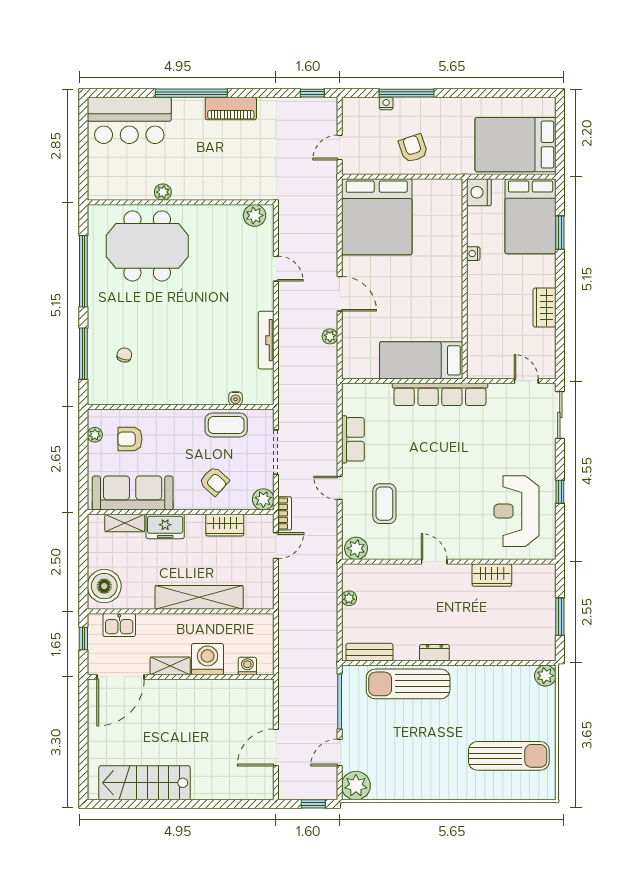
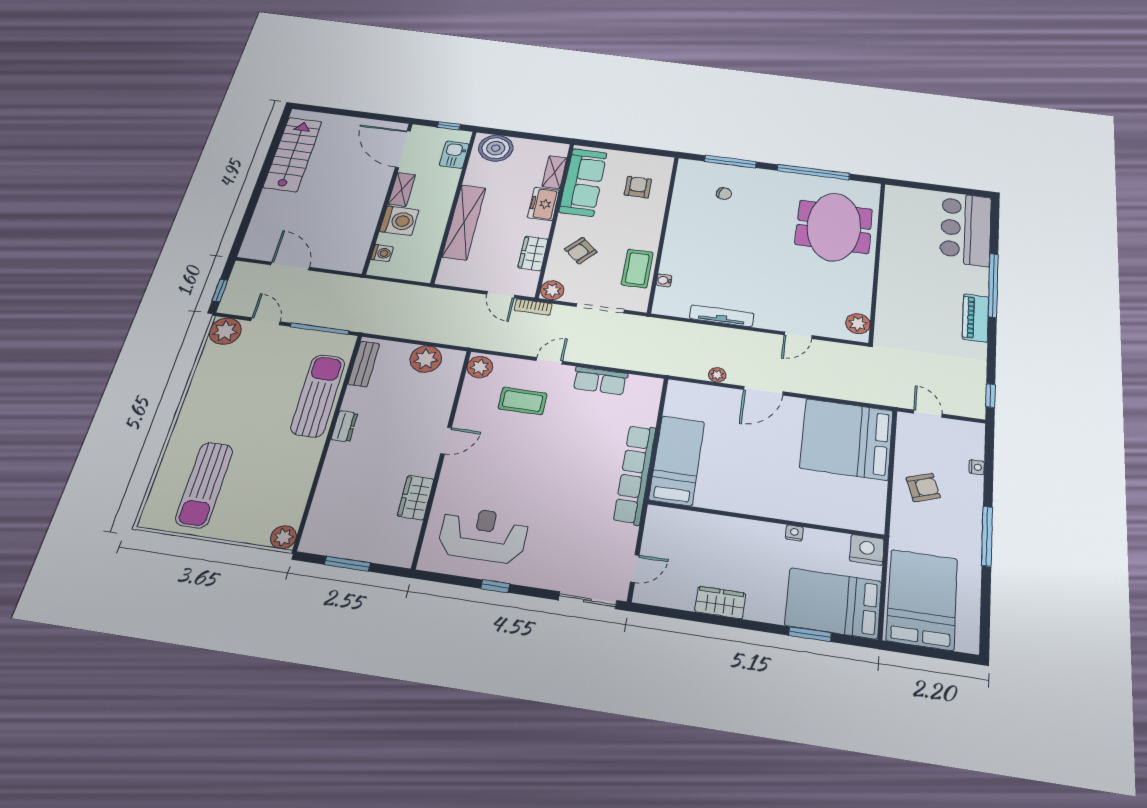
window: (406, 93) -> (987, 536), moved
plant: (163, 192) -> (889, 247), removed
plant: (95, 435) -> (648, 160), removed
plant: (349, 598) -> (426, 359), width x1.88, depth x1.88

